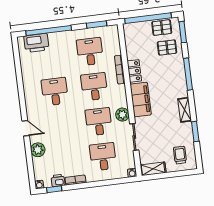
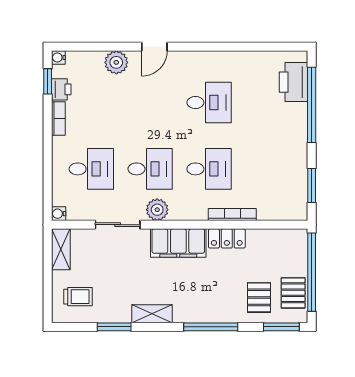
desk: (90, 52) -> (268, 169), removed

